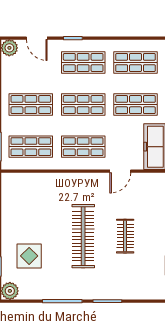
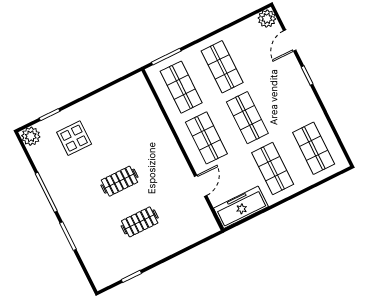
shop shelf: (83, 63) -> (288, 97), removed
door: (120, 171) -> (201, 186), swing flipped
clothes rail: (83, 236) -> (119, 181), width x0.54, depth x0.76

